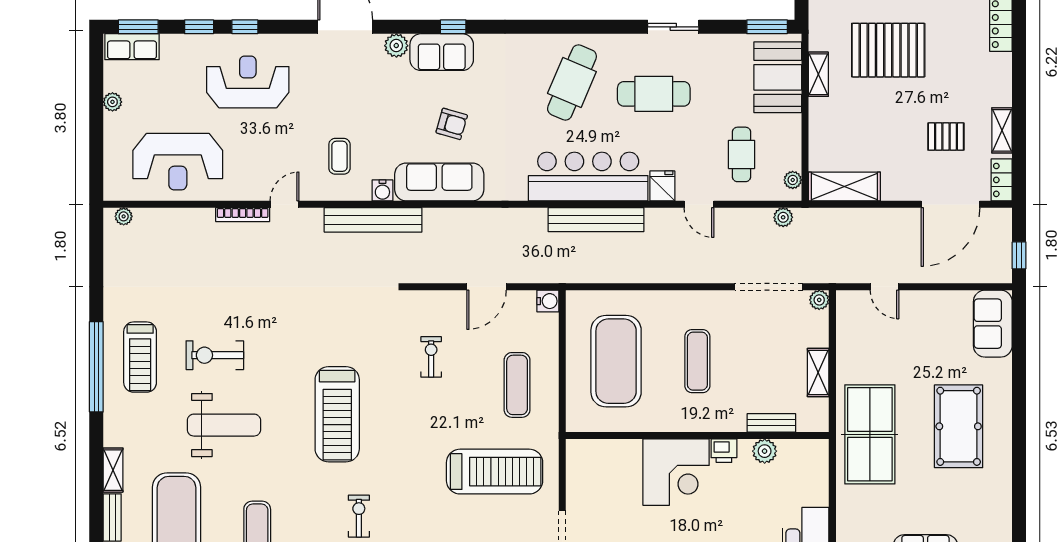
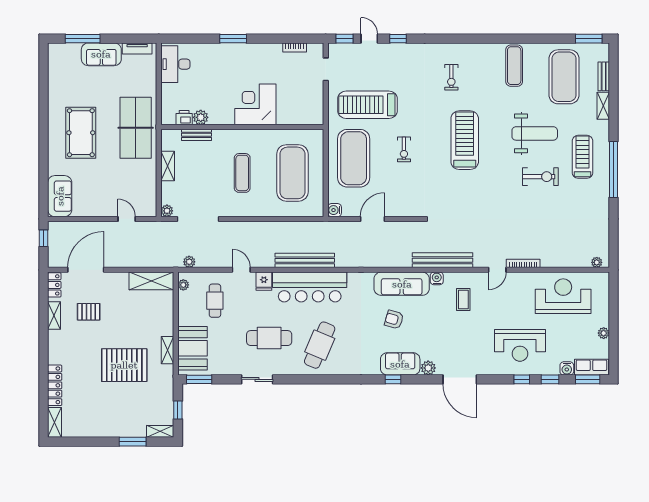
water cooler: (172, 45) -> (567, 368), added
treadmill: (140, 357) -> (583, 157), moved
exercise bike: (431, 357) -> (404, 149), moved
exercise mat: (517, 385) -> (354, 158), width x2.00, depth x1.45
weight bench: (224, 425) -> (535, 133), turned 180
printer: (724, 451) -> (184, 118), moved

